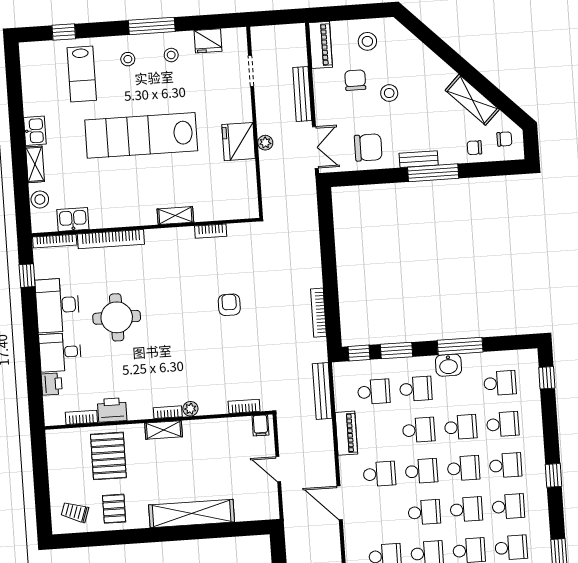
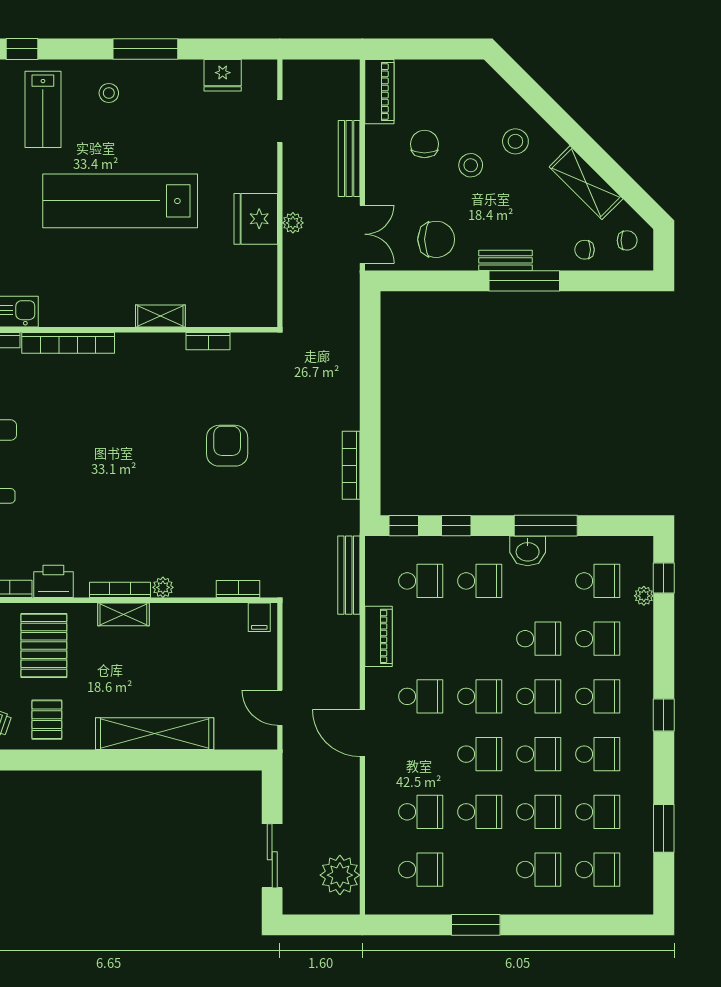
stool: (367, 41) -> (515, 141), moved
stool: (171, 55) -> (170, 91), removed
armchair: (229, 305) -> (227, 446), width x1.38, depth x1.38
round table: (117, 317) -> (69, 453), removed
window: (396, 350) -> (456, 526), width x0.67
plant: (534, 391) -> (644, 596), added
bookcase: (168, 412) -> (120, 590), width x1.56
school desk: (419, 430) -> (480, 639), removed
door: (278, 469) -> (280, 708), moved

